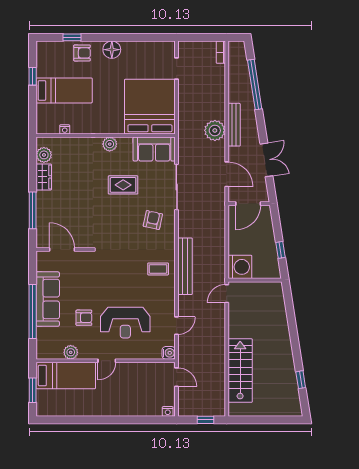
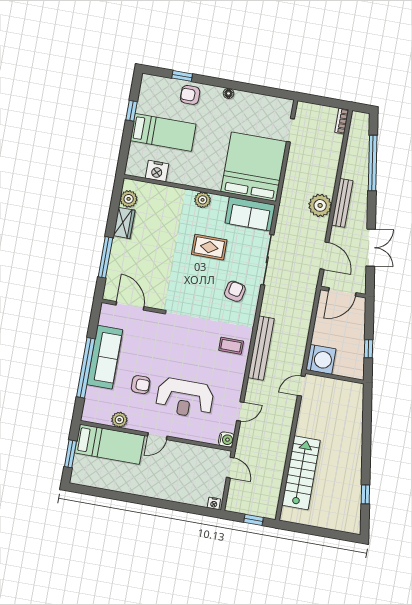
floor lamp: (112, 50) -> (229, 93), width x0.53, depth x0.53
armchair: (82, 53) -> (190, 95), turned 180
nightstand: (65, 129) -> (157, 171), width x1.89, depth x1.79

